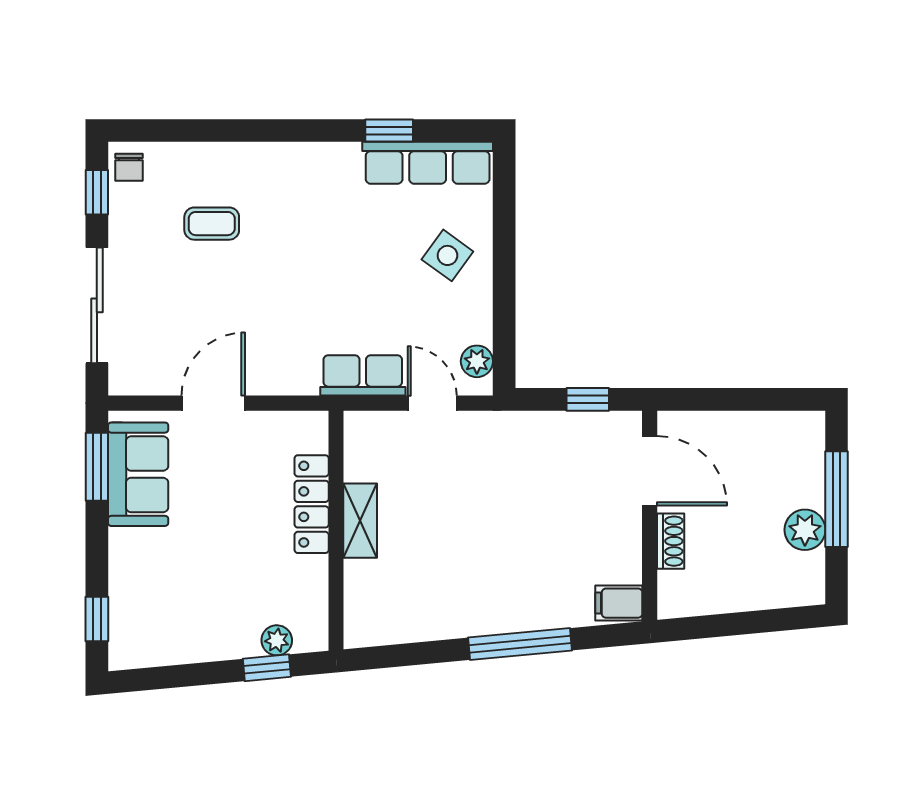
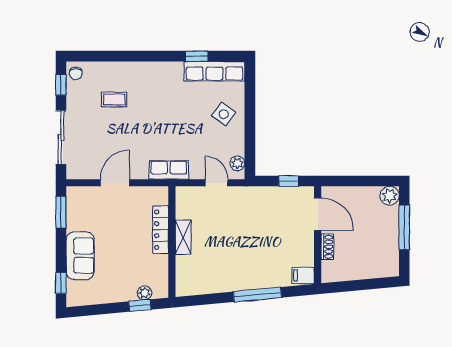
row of seats: (363, 375) -> (169, 170), moved
sofa: (138, 474) -> (80, 256), moved
plant: (805, 530) -> (390, 196), moved

